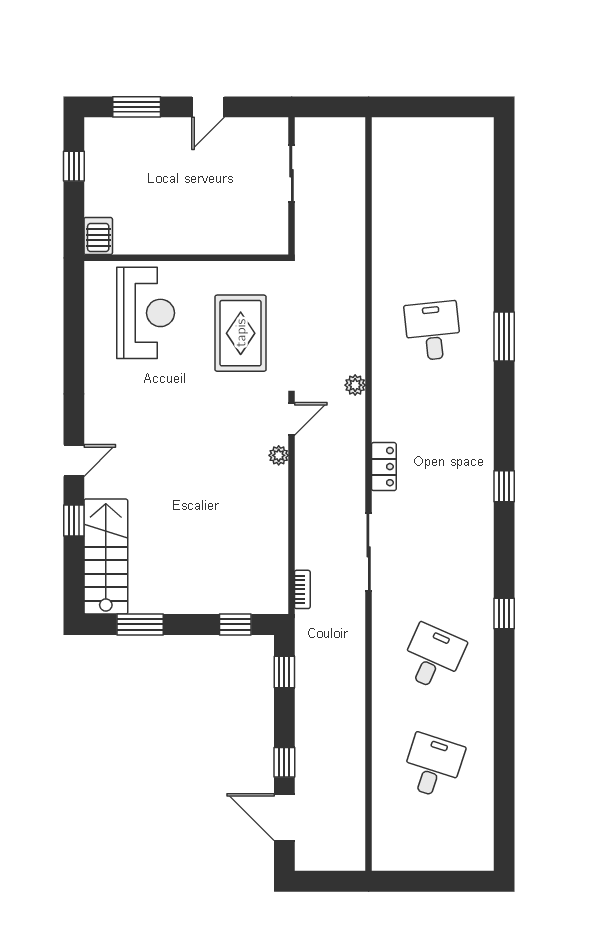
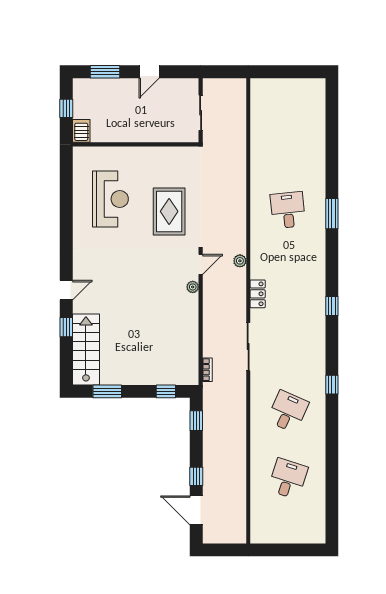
server rack: (98, 236) -> (81, 131), moved
wall: (186, 258) -> (136, 144), moved
plant: (355, 385) -> (240, 261), moved

